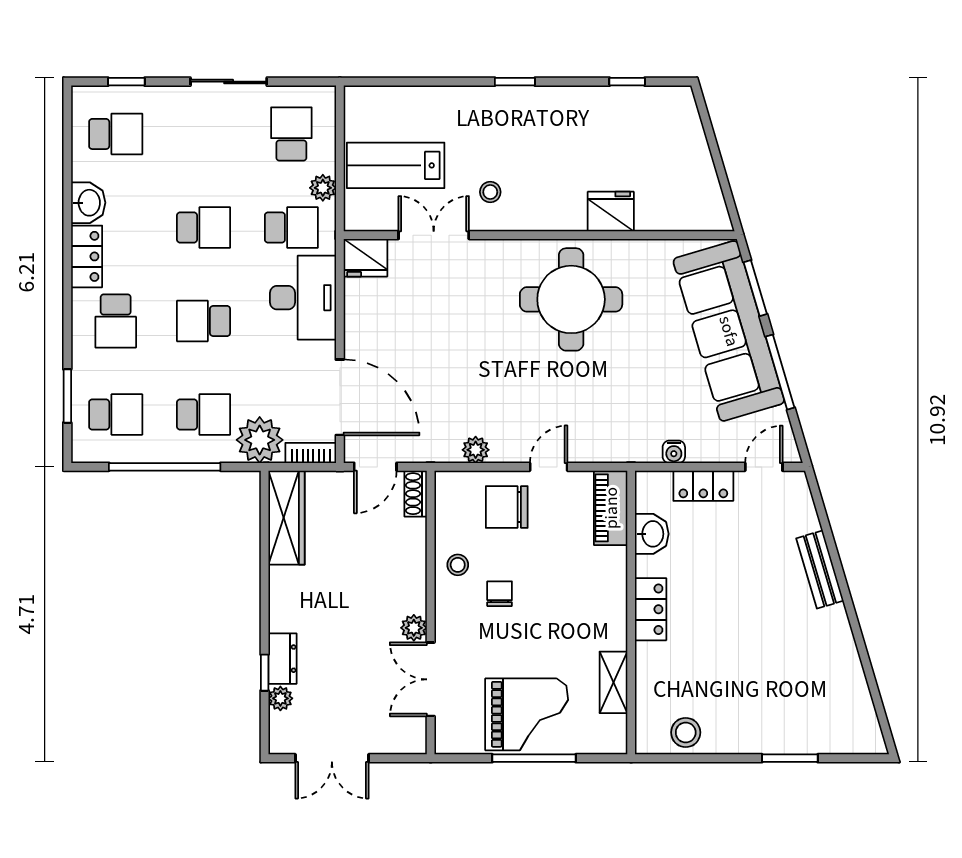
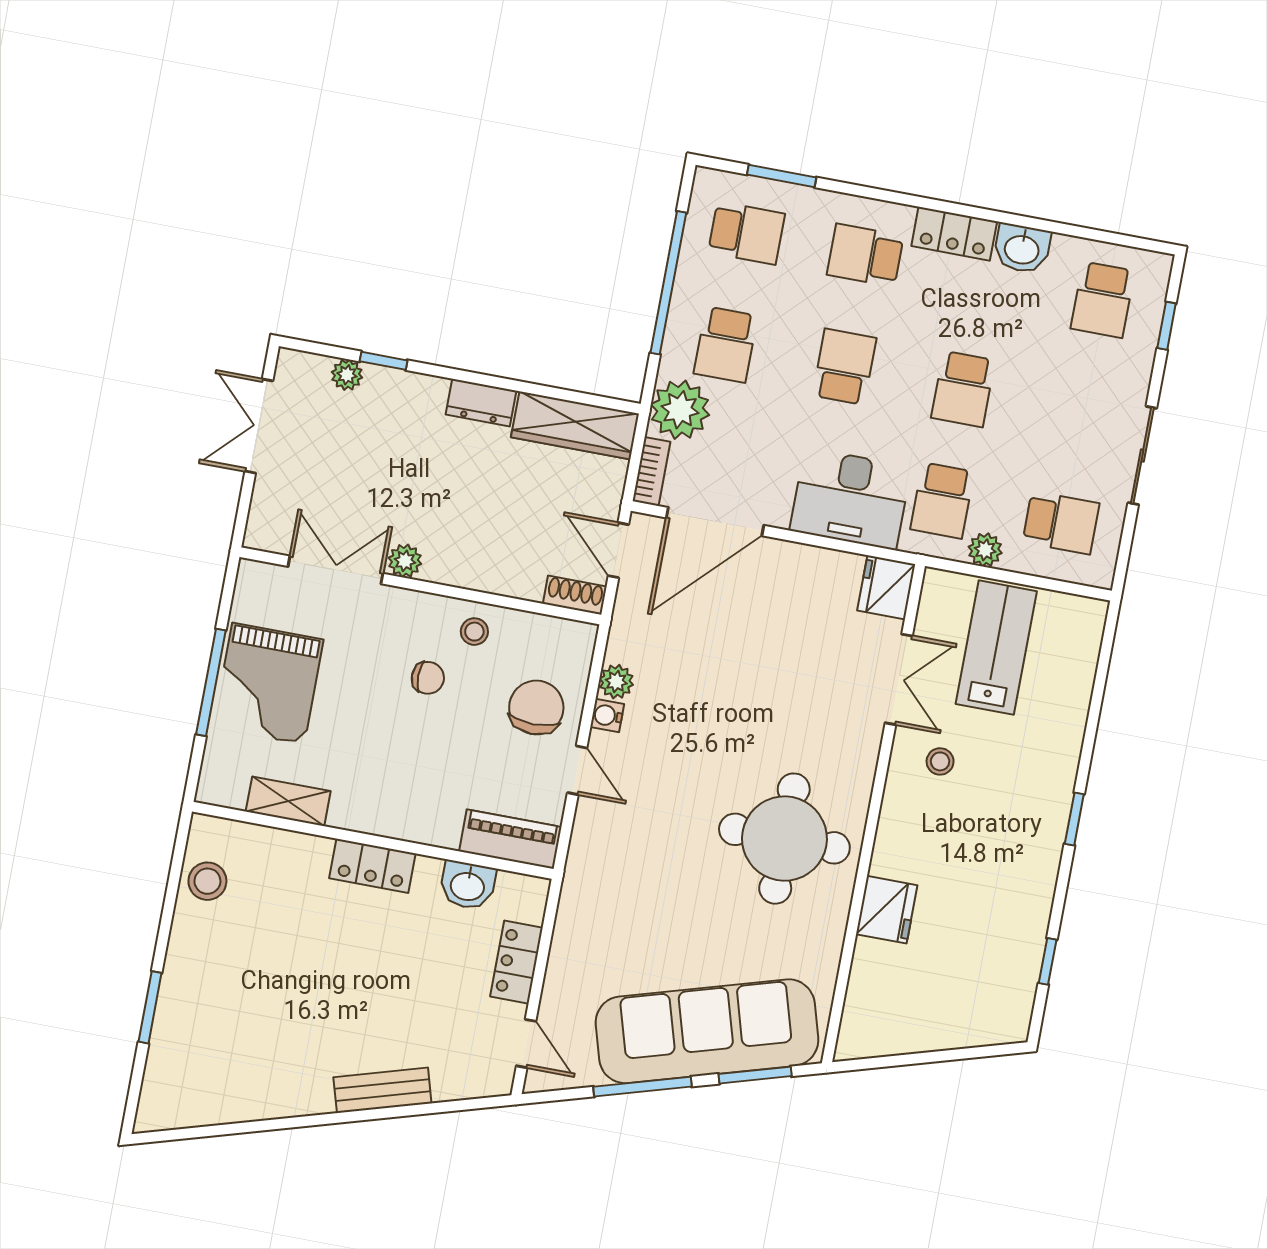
school desk: (116, 415) -> (747, 233), turned -90
water cooler: (674, 452) -> (607, 715), moved
dresser: (283, 659) -> (481, 403), moved

